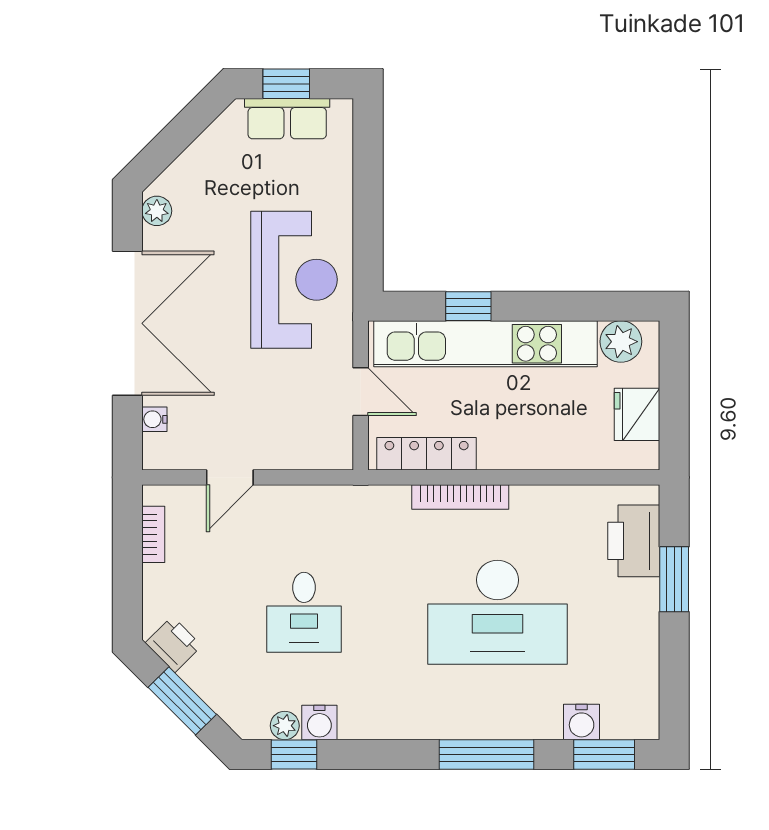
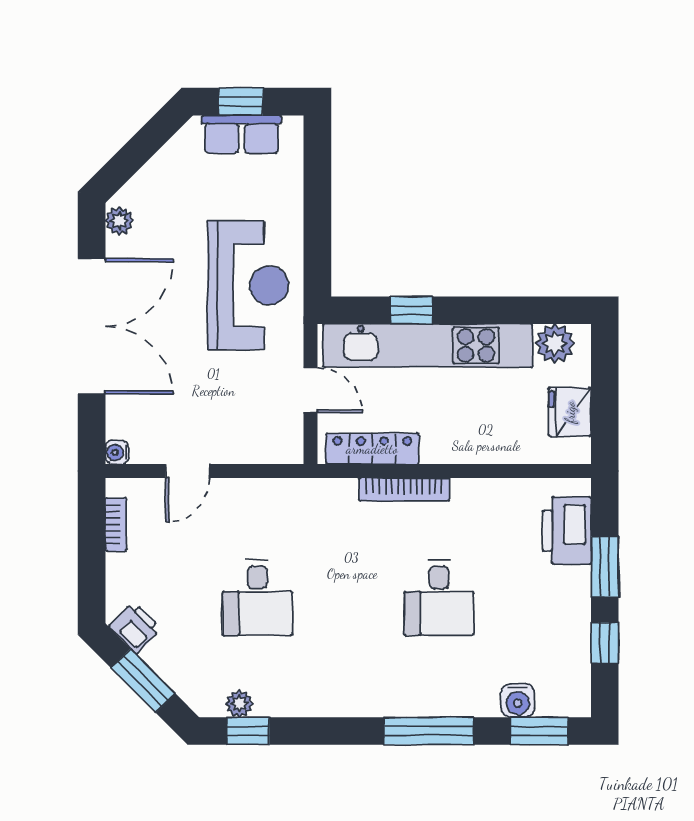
water cooler: (154, 419) -> (117, 452), moved
desk: (497, 612) -> (439, 598), width x0.53, depth x0.77
window: (674, 661) -> (605, 643), added
water cooler: (319, 722) -> (272, 701), removed

